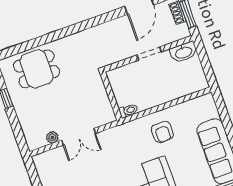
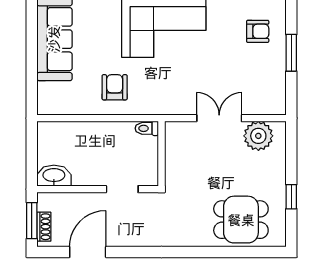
doorway: (149, 53) -> (122, 189), moved
plant: (52, 137) -> (258, 136), width x1.88, depth x1.88

